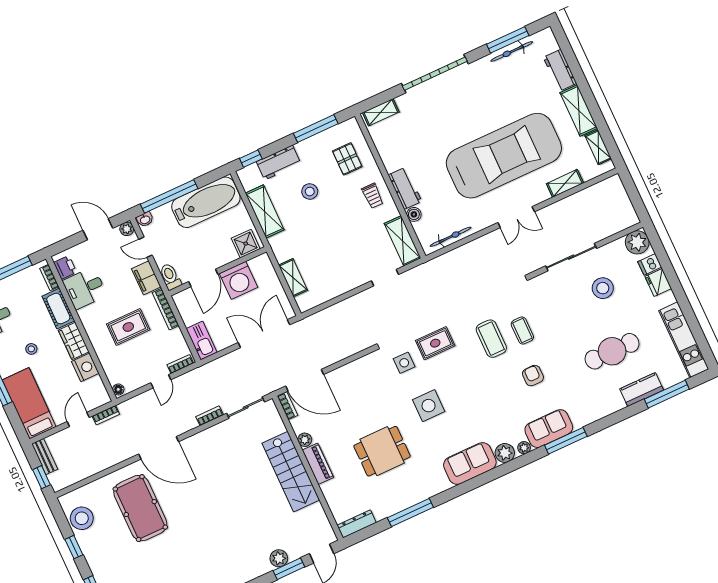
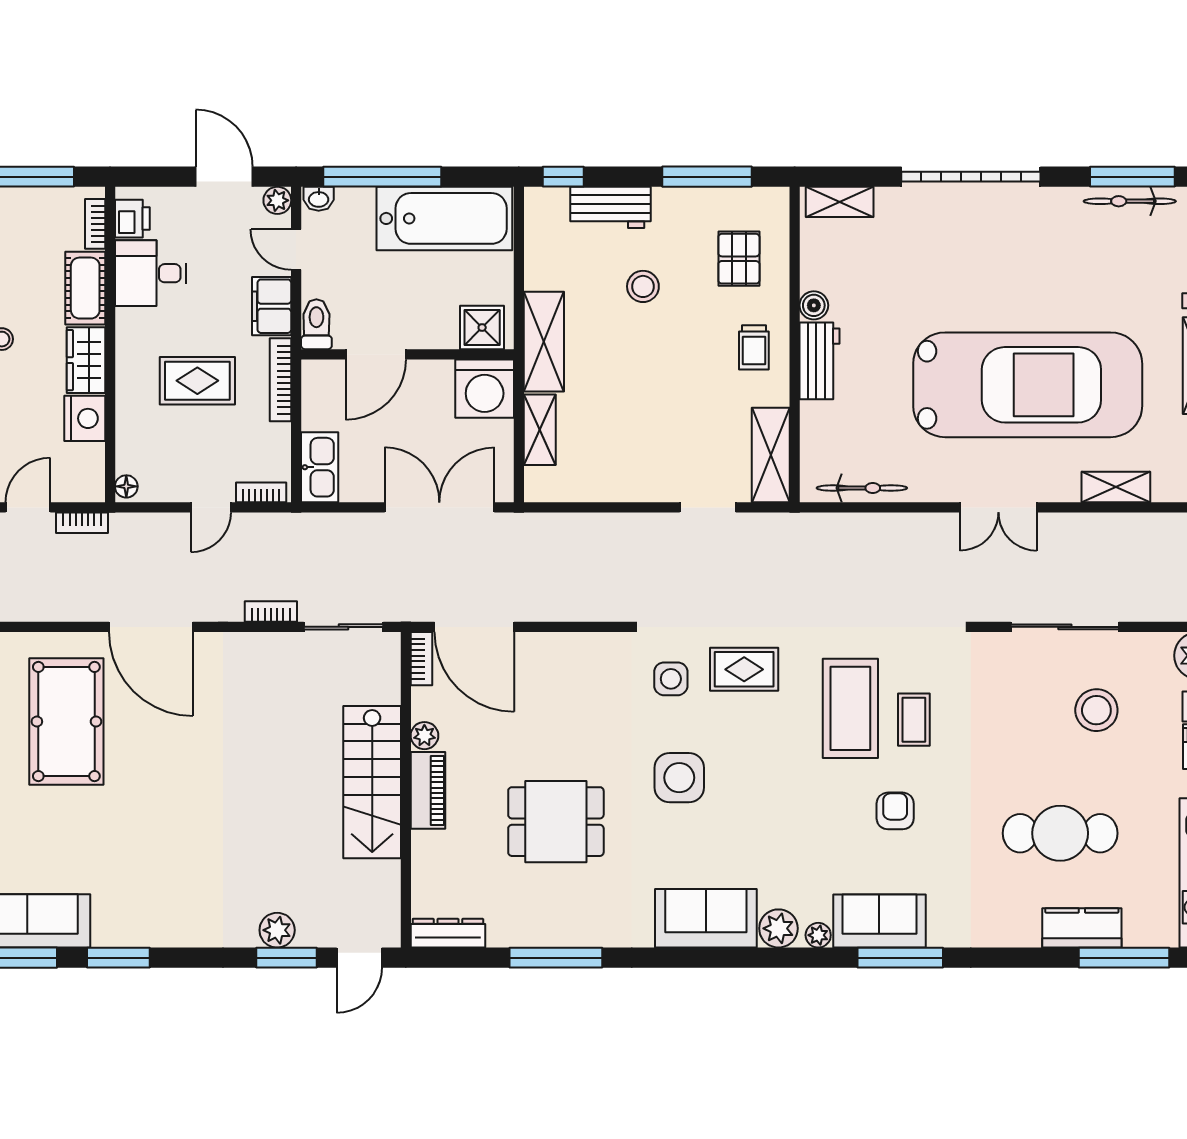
shelving: (265, 211) -> (544, 342), moved
boiler: (414, 214) -> (814, 305), moved
washing machine: (238, 280) -> (485, 389), moved
coffee table: (491, 339) -> (850, 708), width x1.36, depth x1.32

